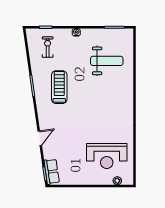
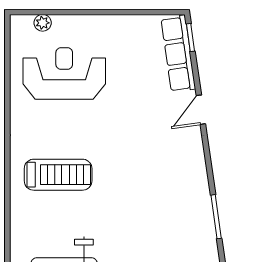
treadmill: (59, 87) -> (58, 175), moved, turned -90
row of seats: (52, 172) -> (178, 54), width x1.48

